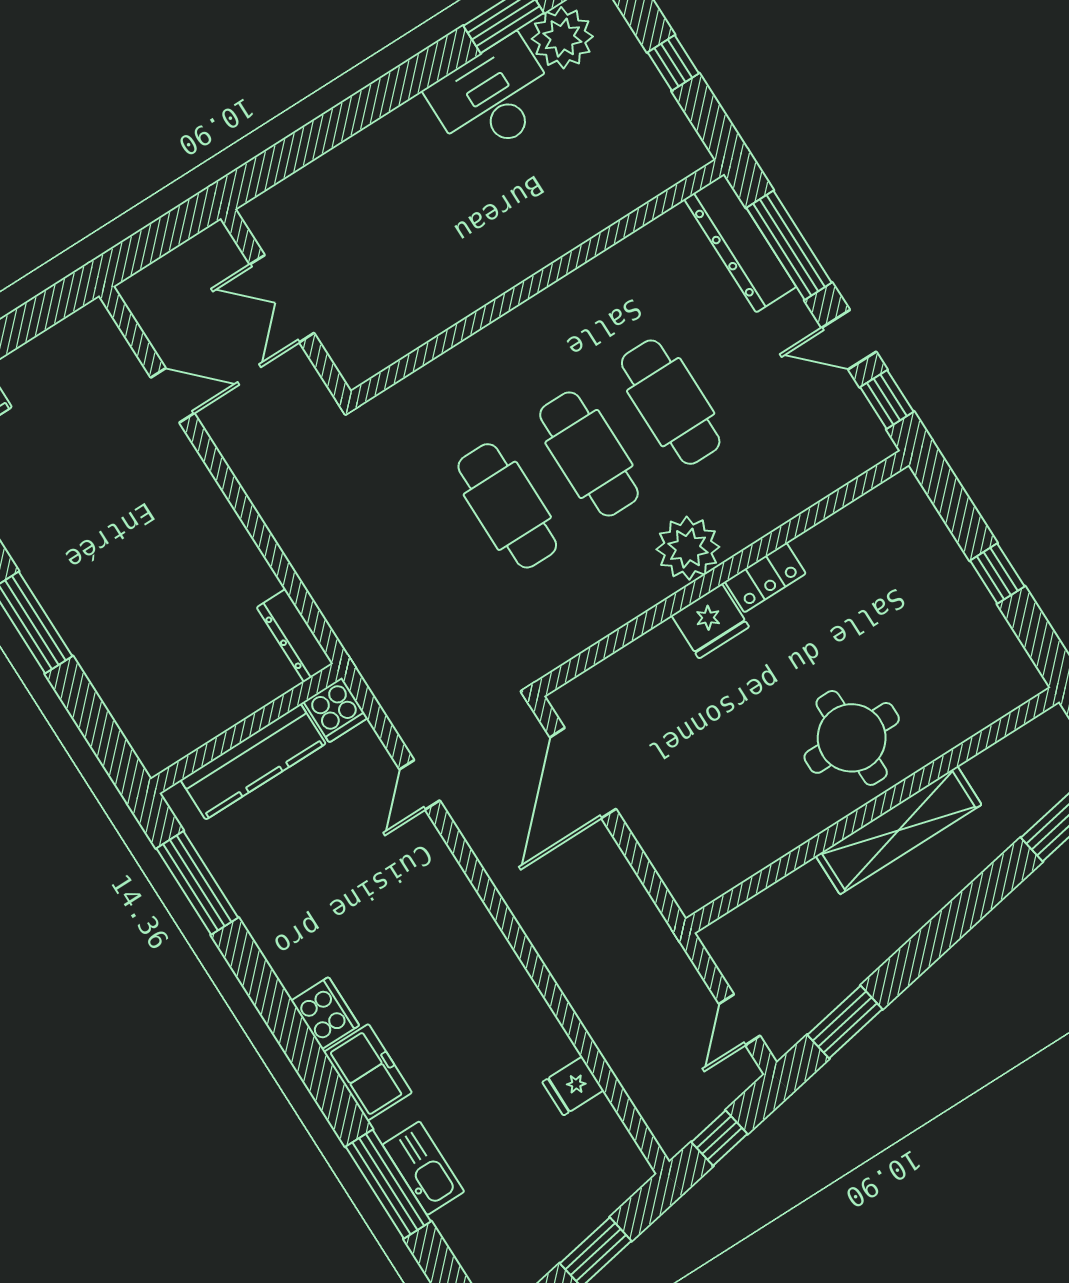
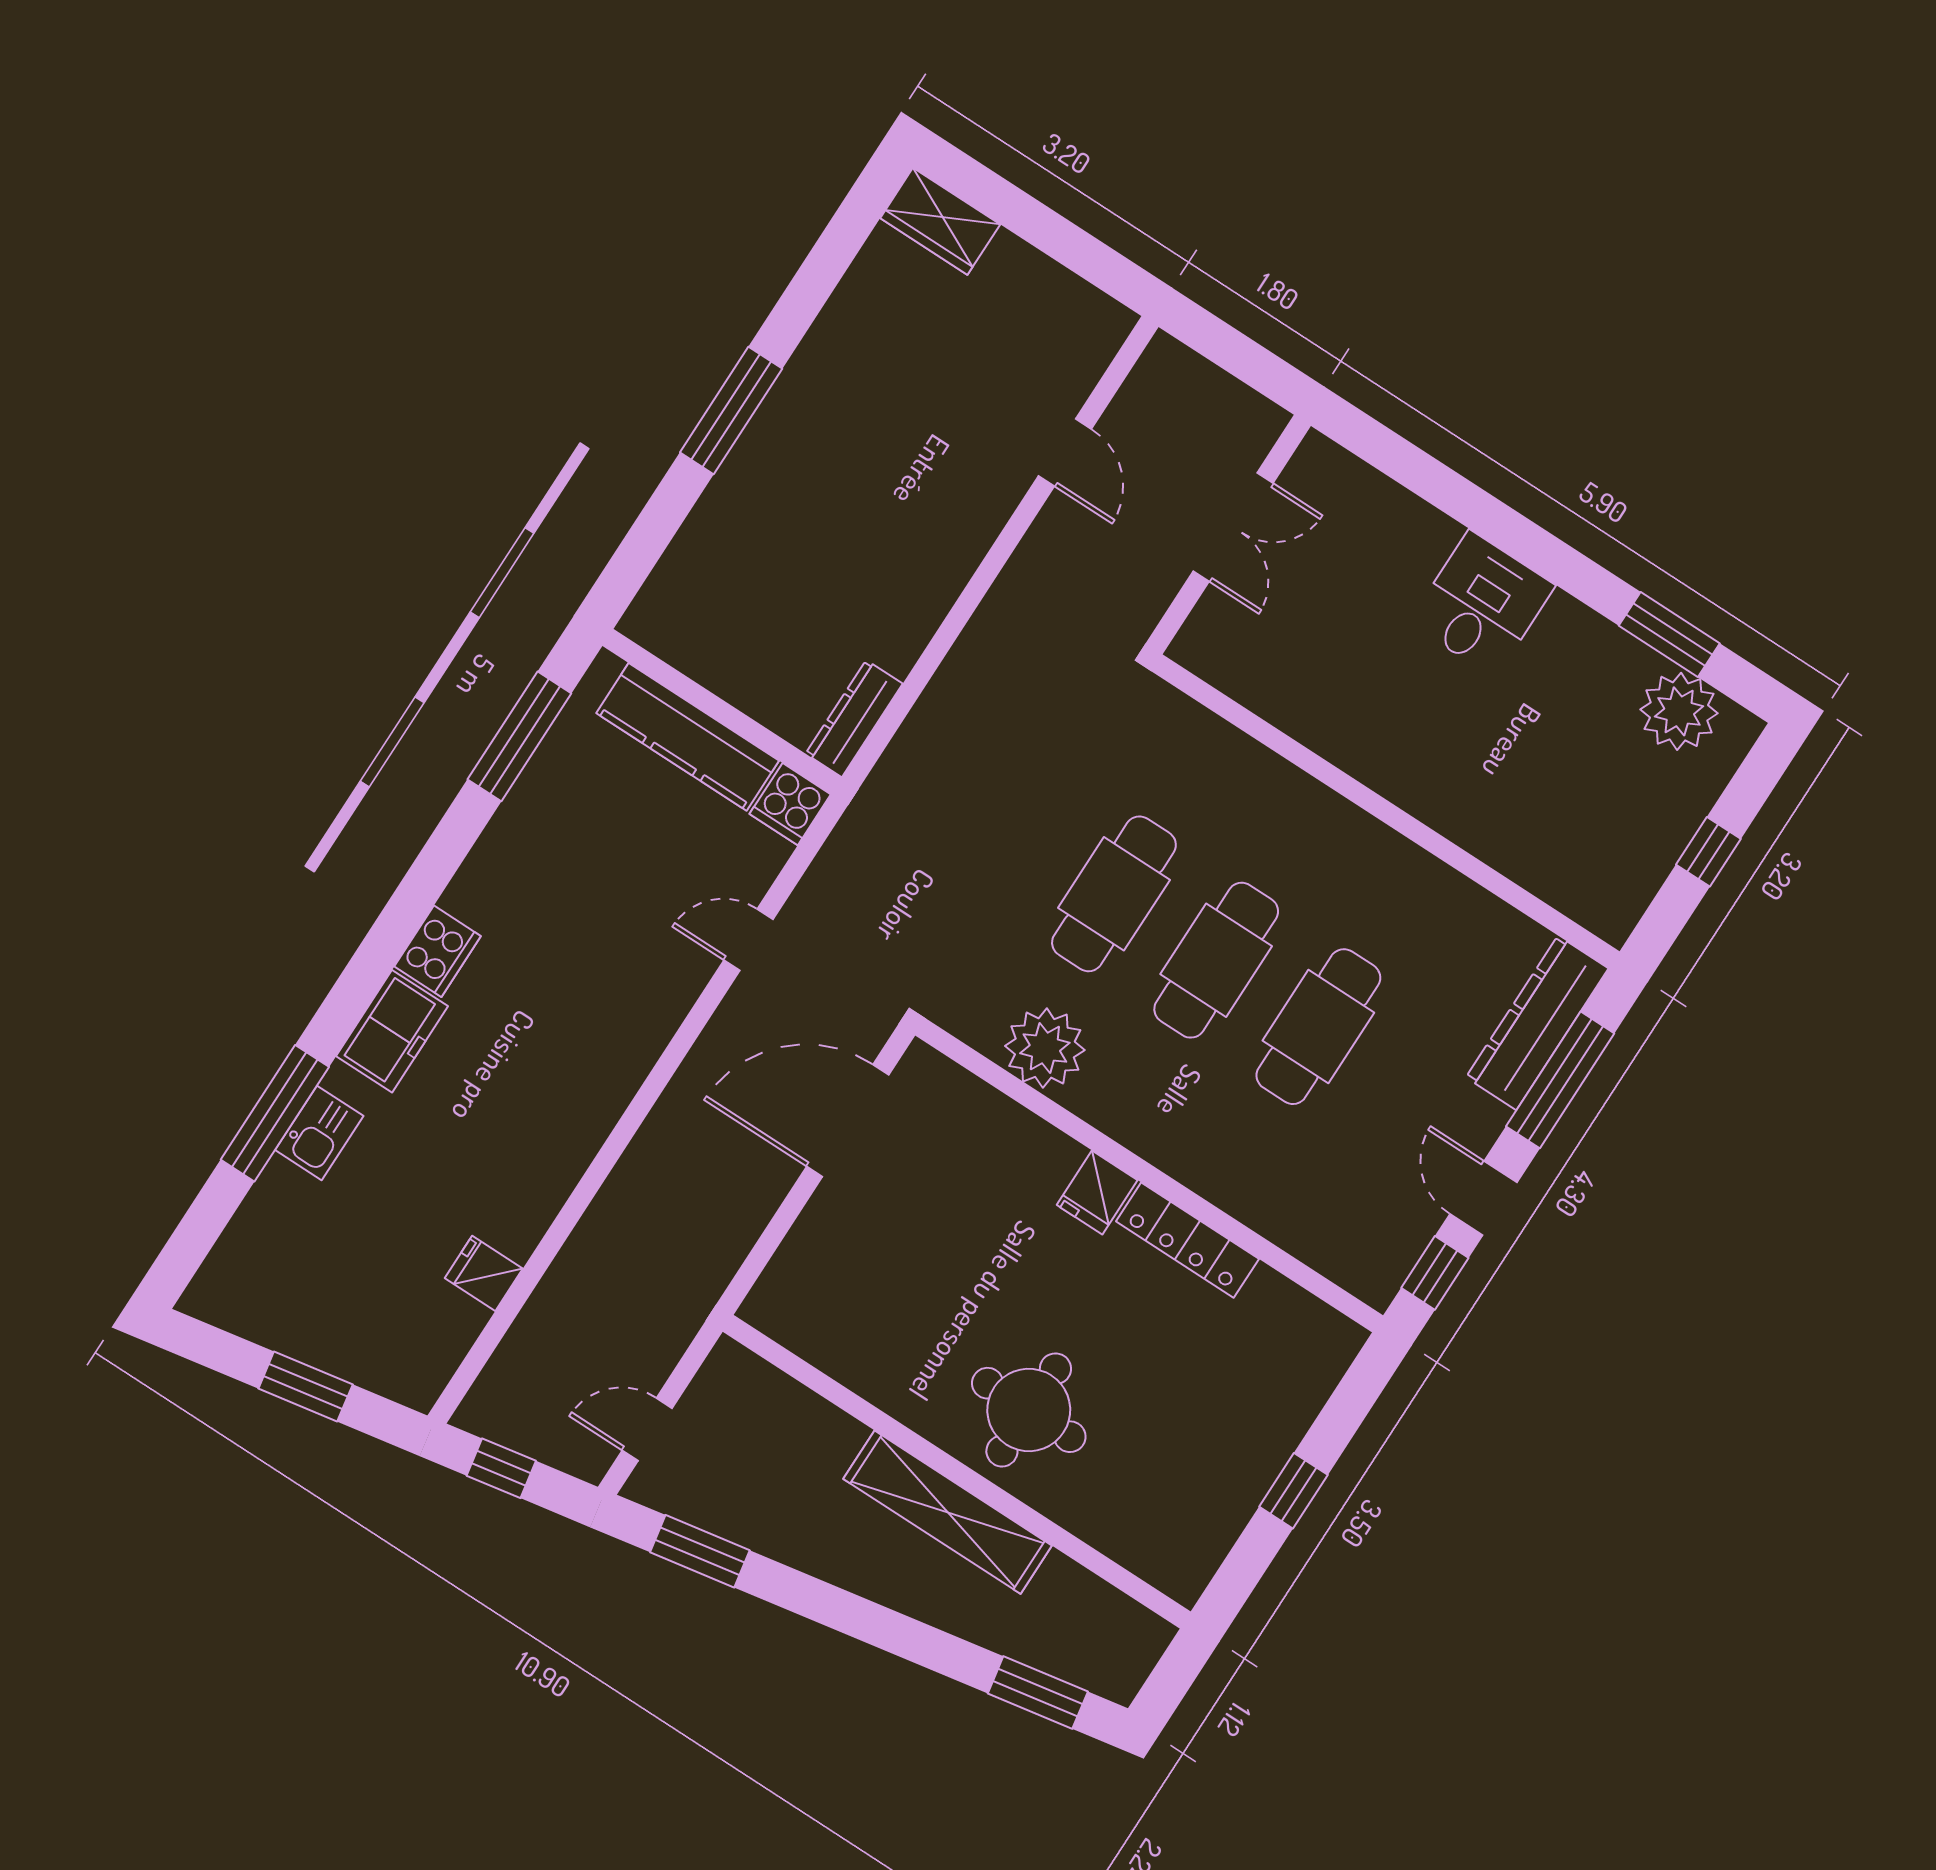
desk: (493, 98) -> (1482, 604), moved, width x0.73
double door: (282, 299) -> (1233, 527), swing flipped
plant: (688, 548) -> (1045, 1048), moved
locker: (765, 578) -> (1187, 1240), width x1.53
fridge: (710, 621) -> (1097, 1192), width x0.72
kitchen sink: (423, 1168) -> (319, 1133), width x0.73

